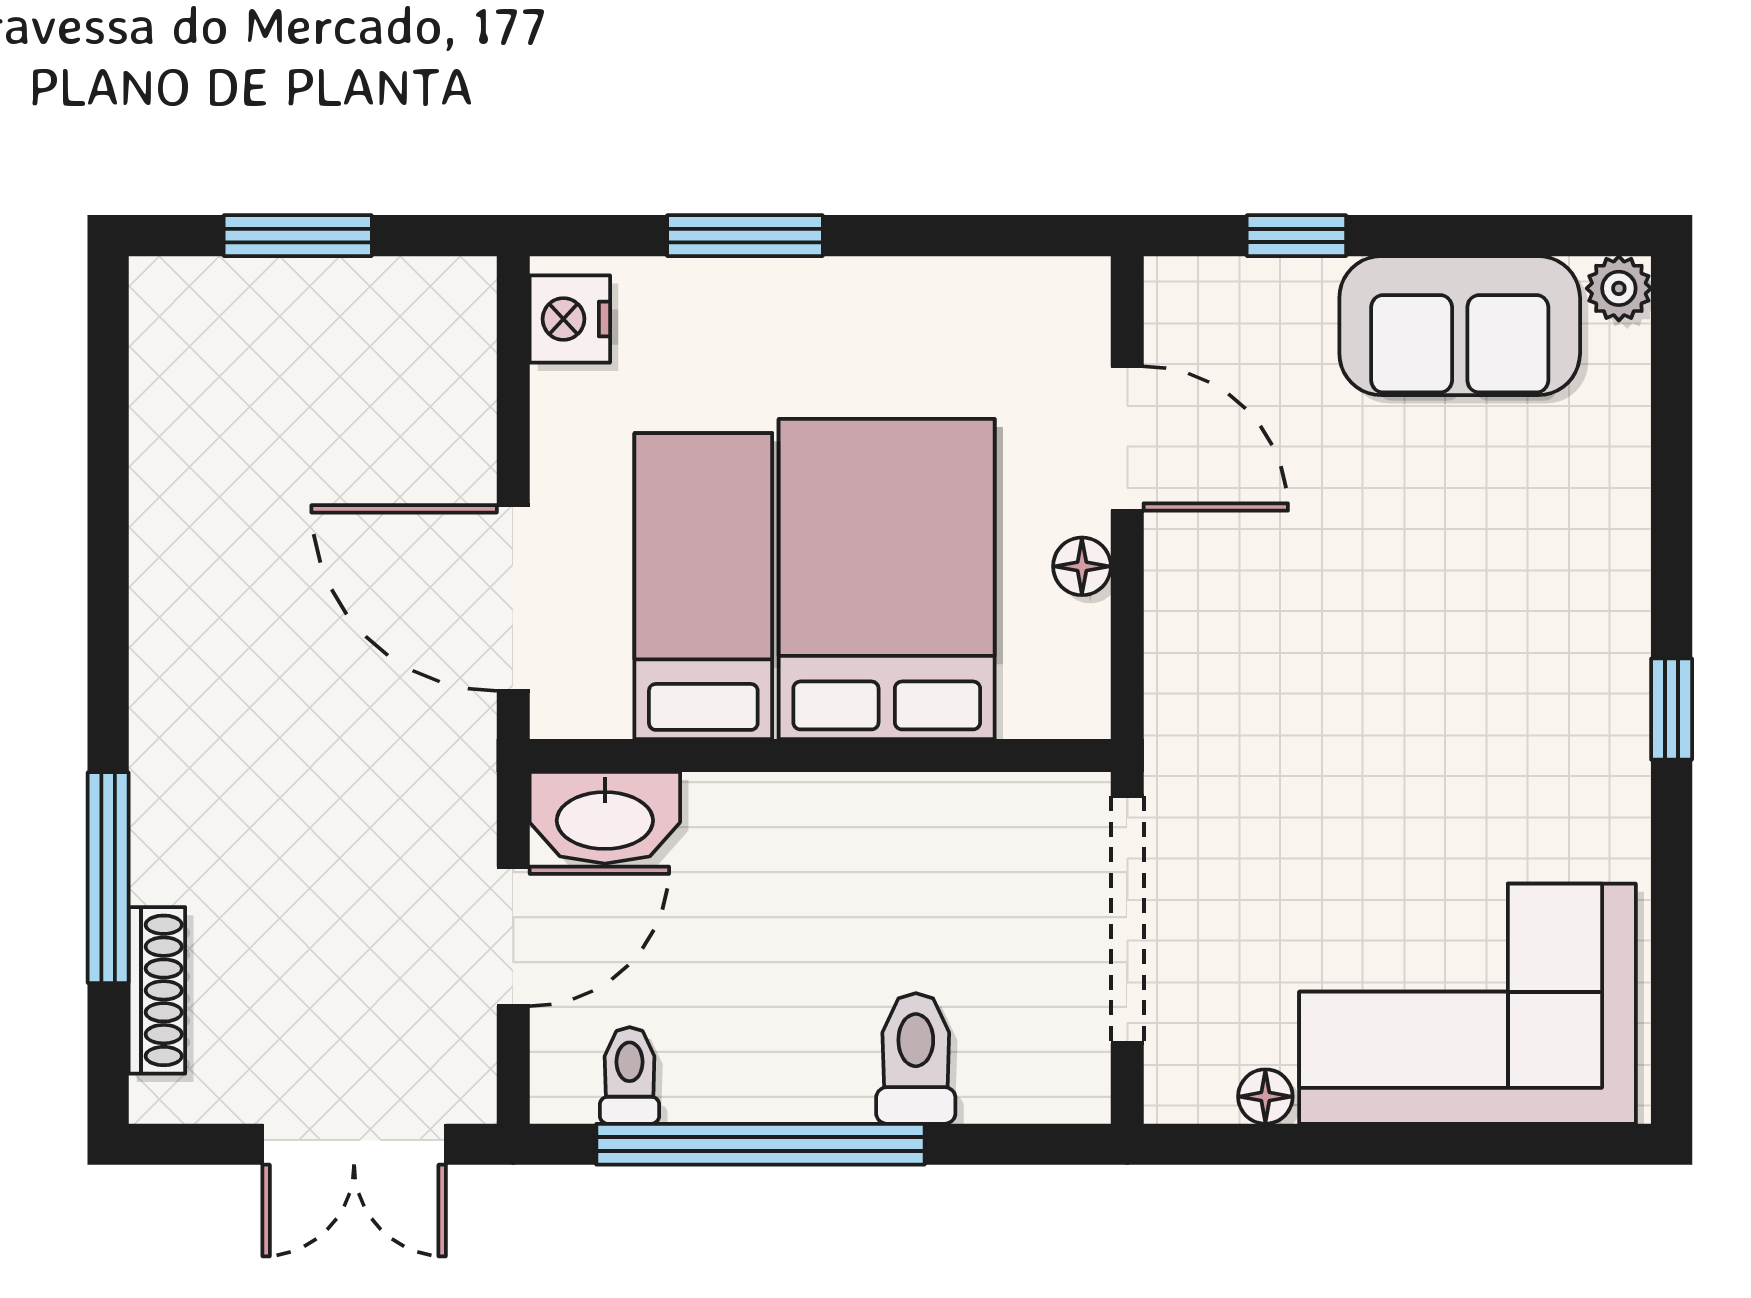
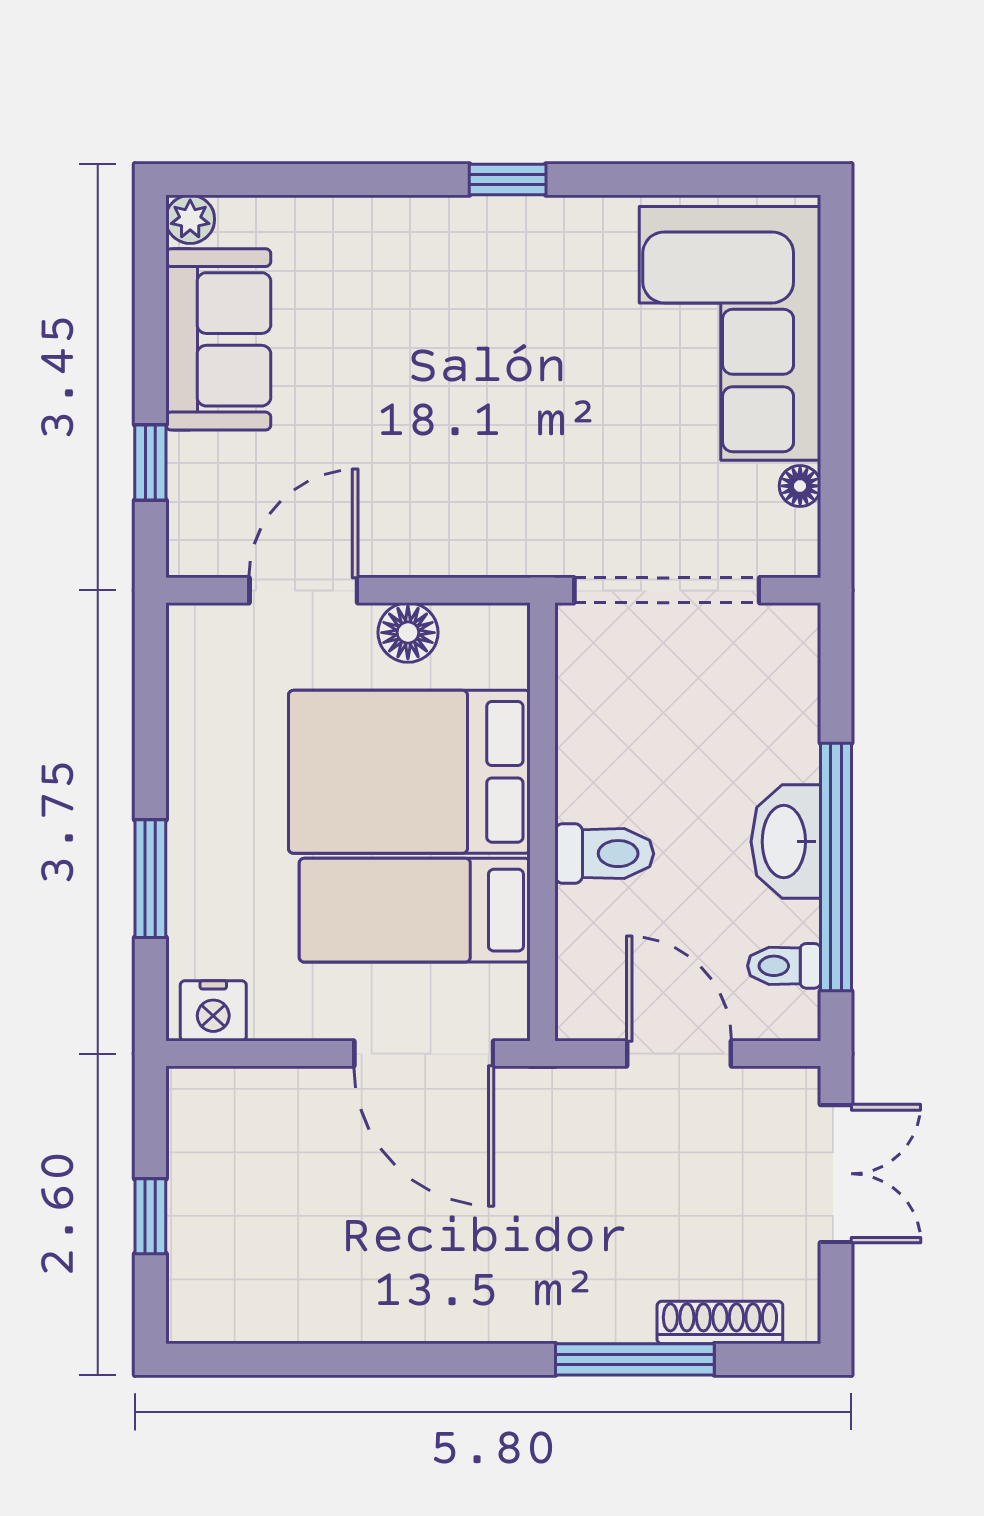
window: (298, 236) -> (150, 1216), width x0.67
floor lamp: (1082, 566) -> (408, 633), width x1.37, depth x1.37
door: (513, 598) -> (424, 1054), hinge flipped
washbasin: (605, 818) -> (786, 842), moved, turned 180
toilet: (916, 1058) -> (604, 854), moved, turned 180

